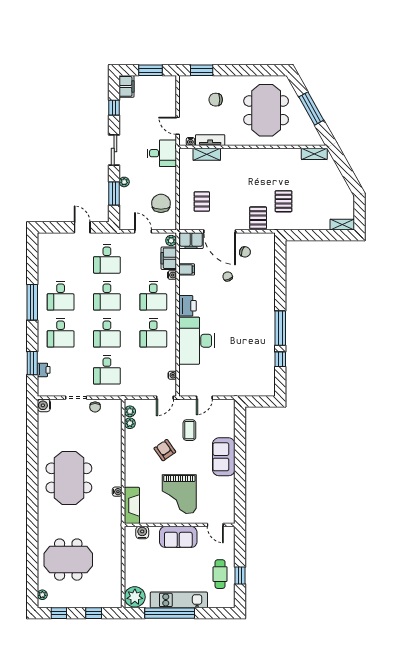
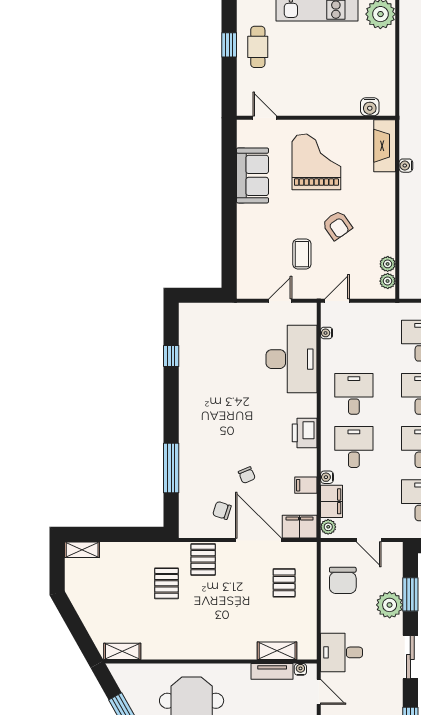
plant: (124, 182) -> (390, 605), width x1.87, depth x1.87
window: (280, 328) -> (171, 468), moved
desk: (197, 341) -> (291, 359), moved
sofa: (224, 457) -> (252, 175), moved
sofa: (178, 537) -> (318, 100), removed

